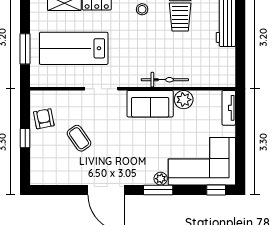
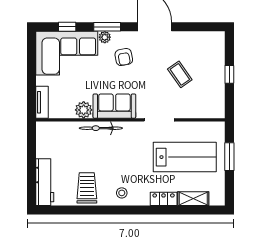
armchair: (44, 119) -> (124, 57), moved
window: (216, 190) -> (67, 27), moved

